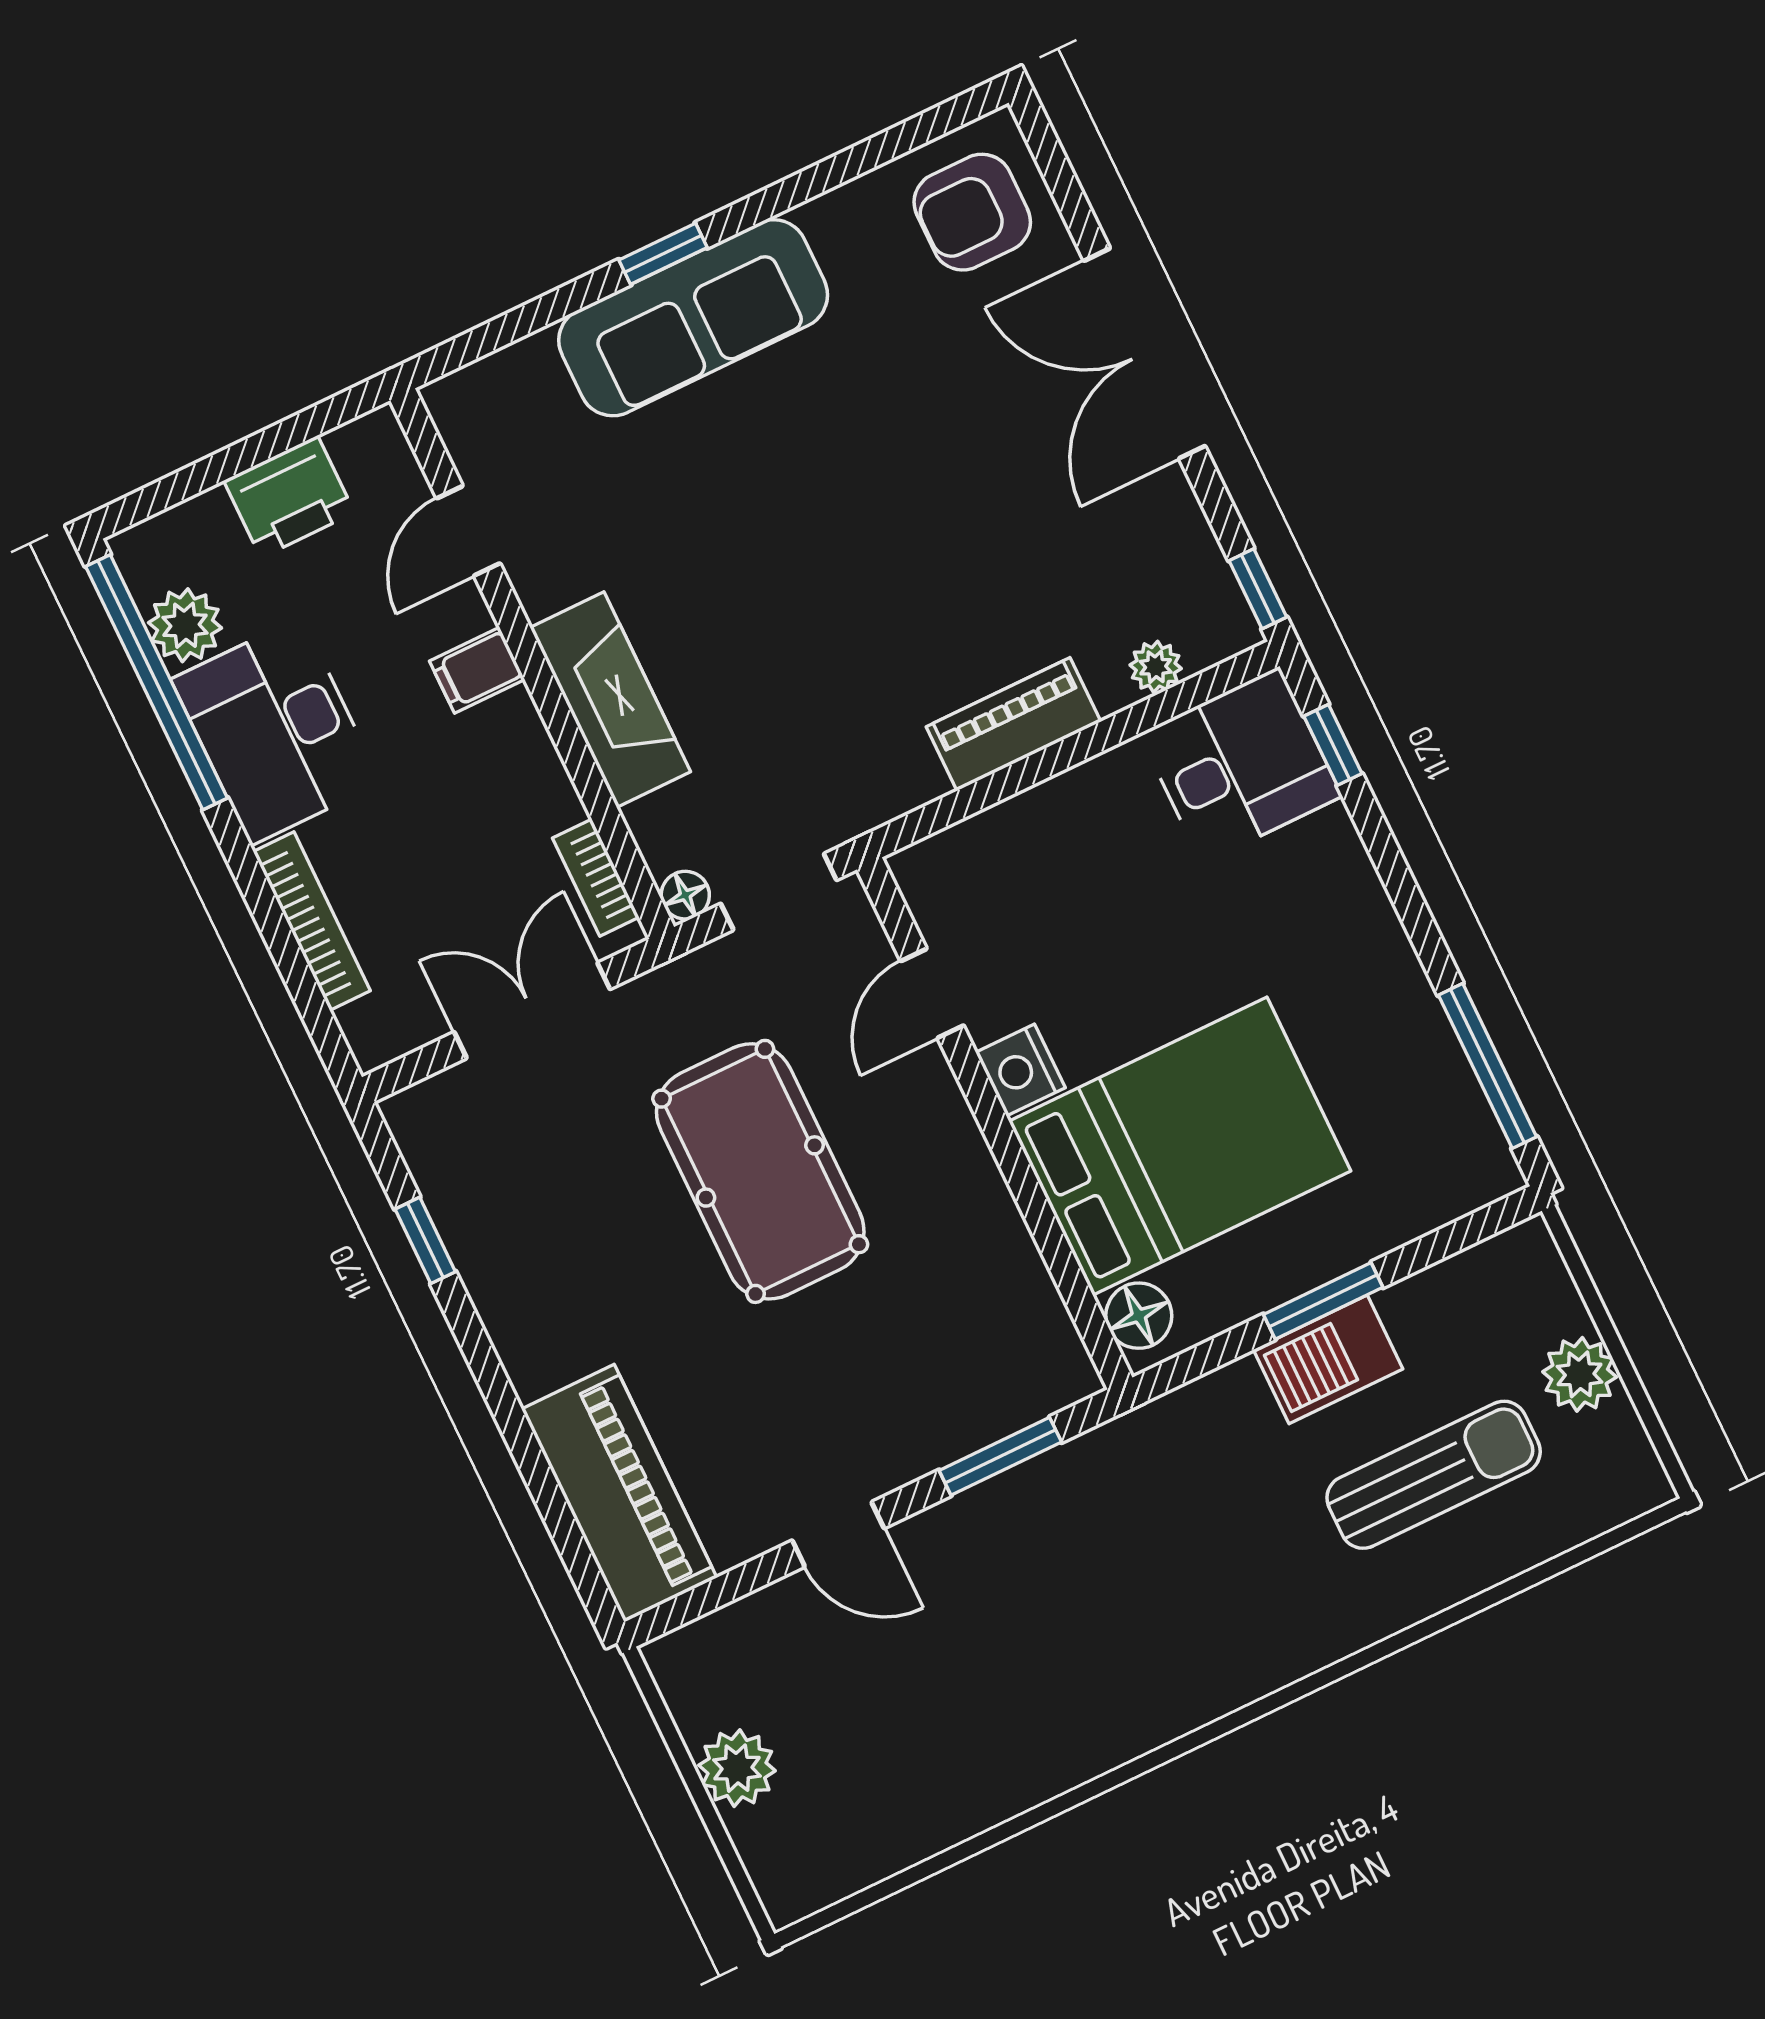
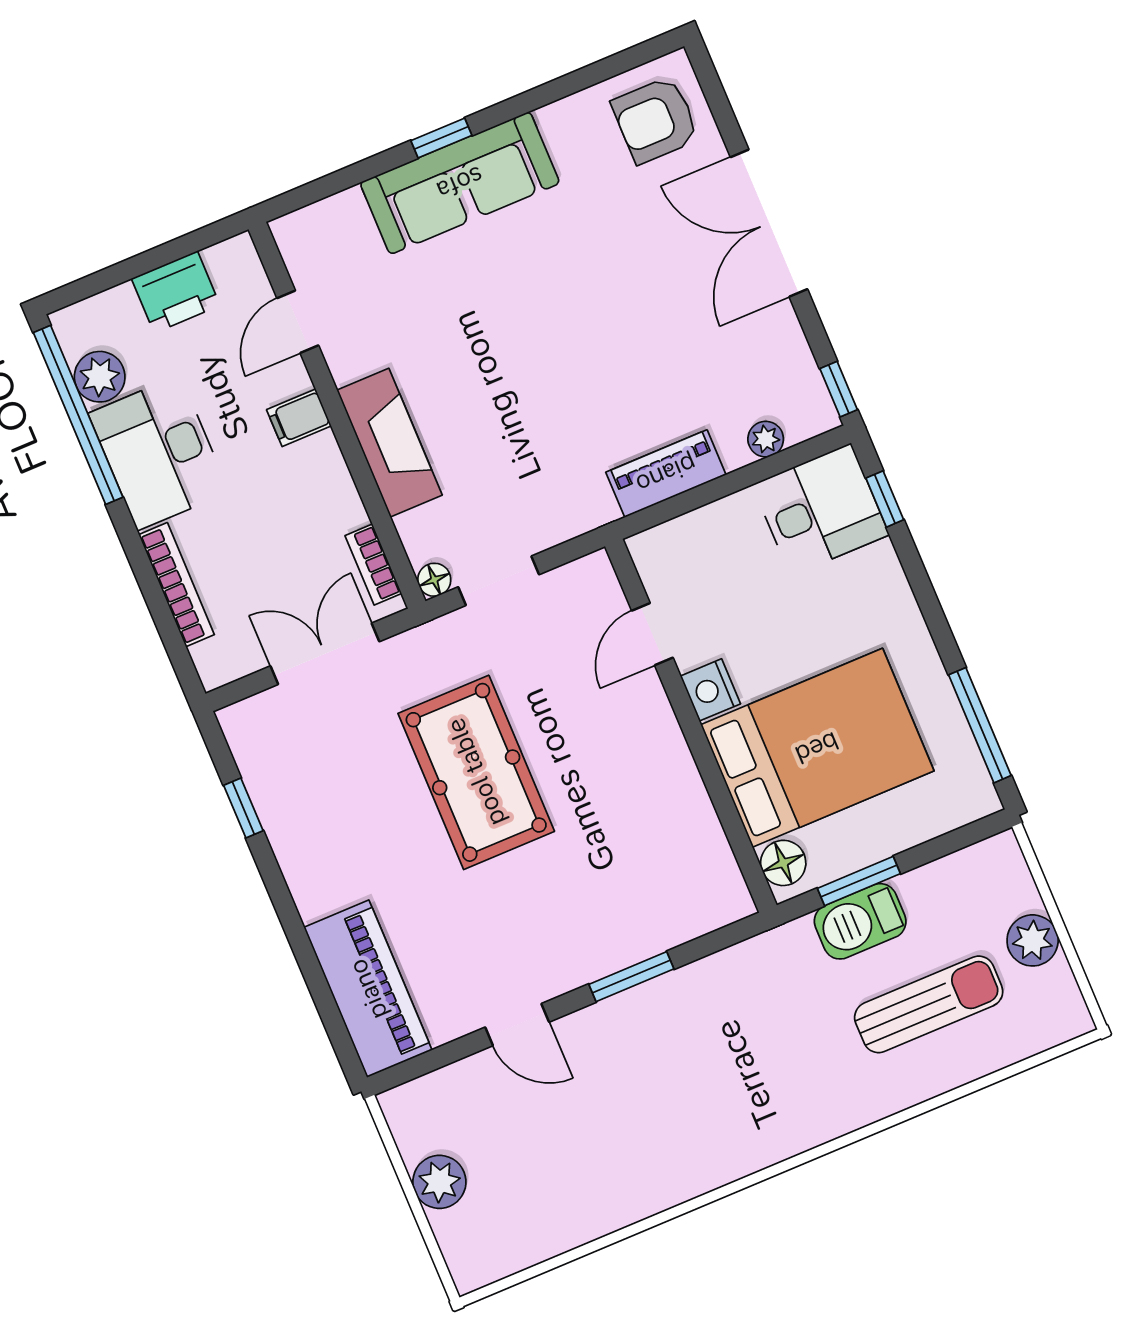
door: (932, 993) -> (652, 634), moved
nightstand: (1020, 1070) -> (710, 690), moved
wall: (995, 1123) -> (691, 726), moved
bed: (1180, 1146) -> (817, 748), moved
floor lamp: (1139, 1316) -> (783, 863), moved

